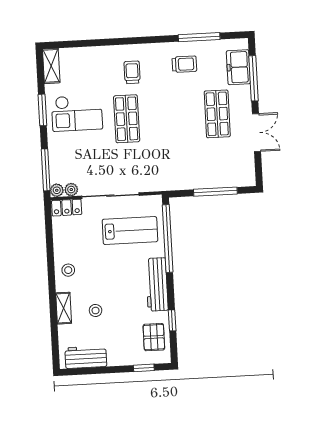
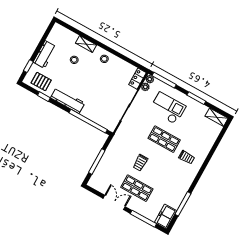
trolley: (184, 64) -> (140, 163), moved
freezer: (238, 67) -> (166, 217), moved, turned -90
checkout: (77, 113) -> (168, 108), moved, turned 90
double door: (257, 133) -> (114, 202), swing flipped
lab bench: (130, 231) -> (105, 104), removed
workbench: (86, 357) -> (45, 54), moved

